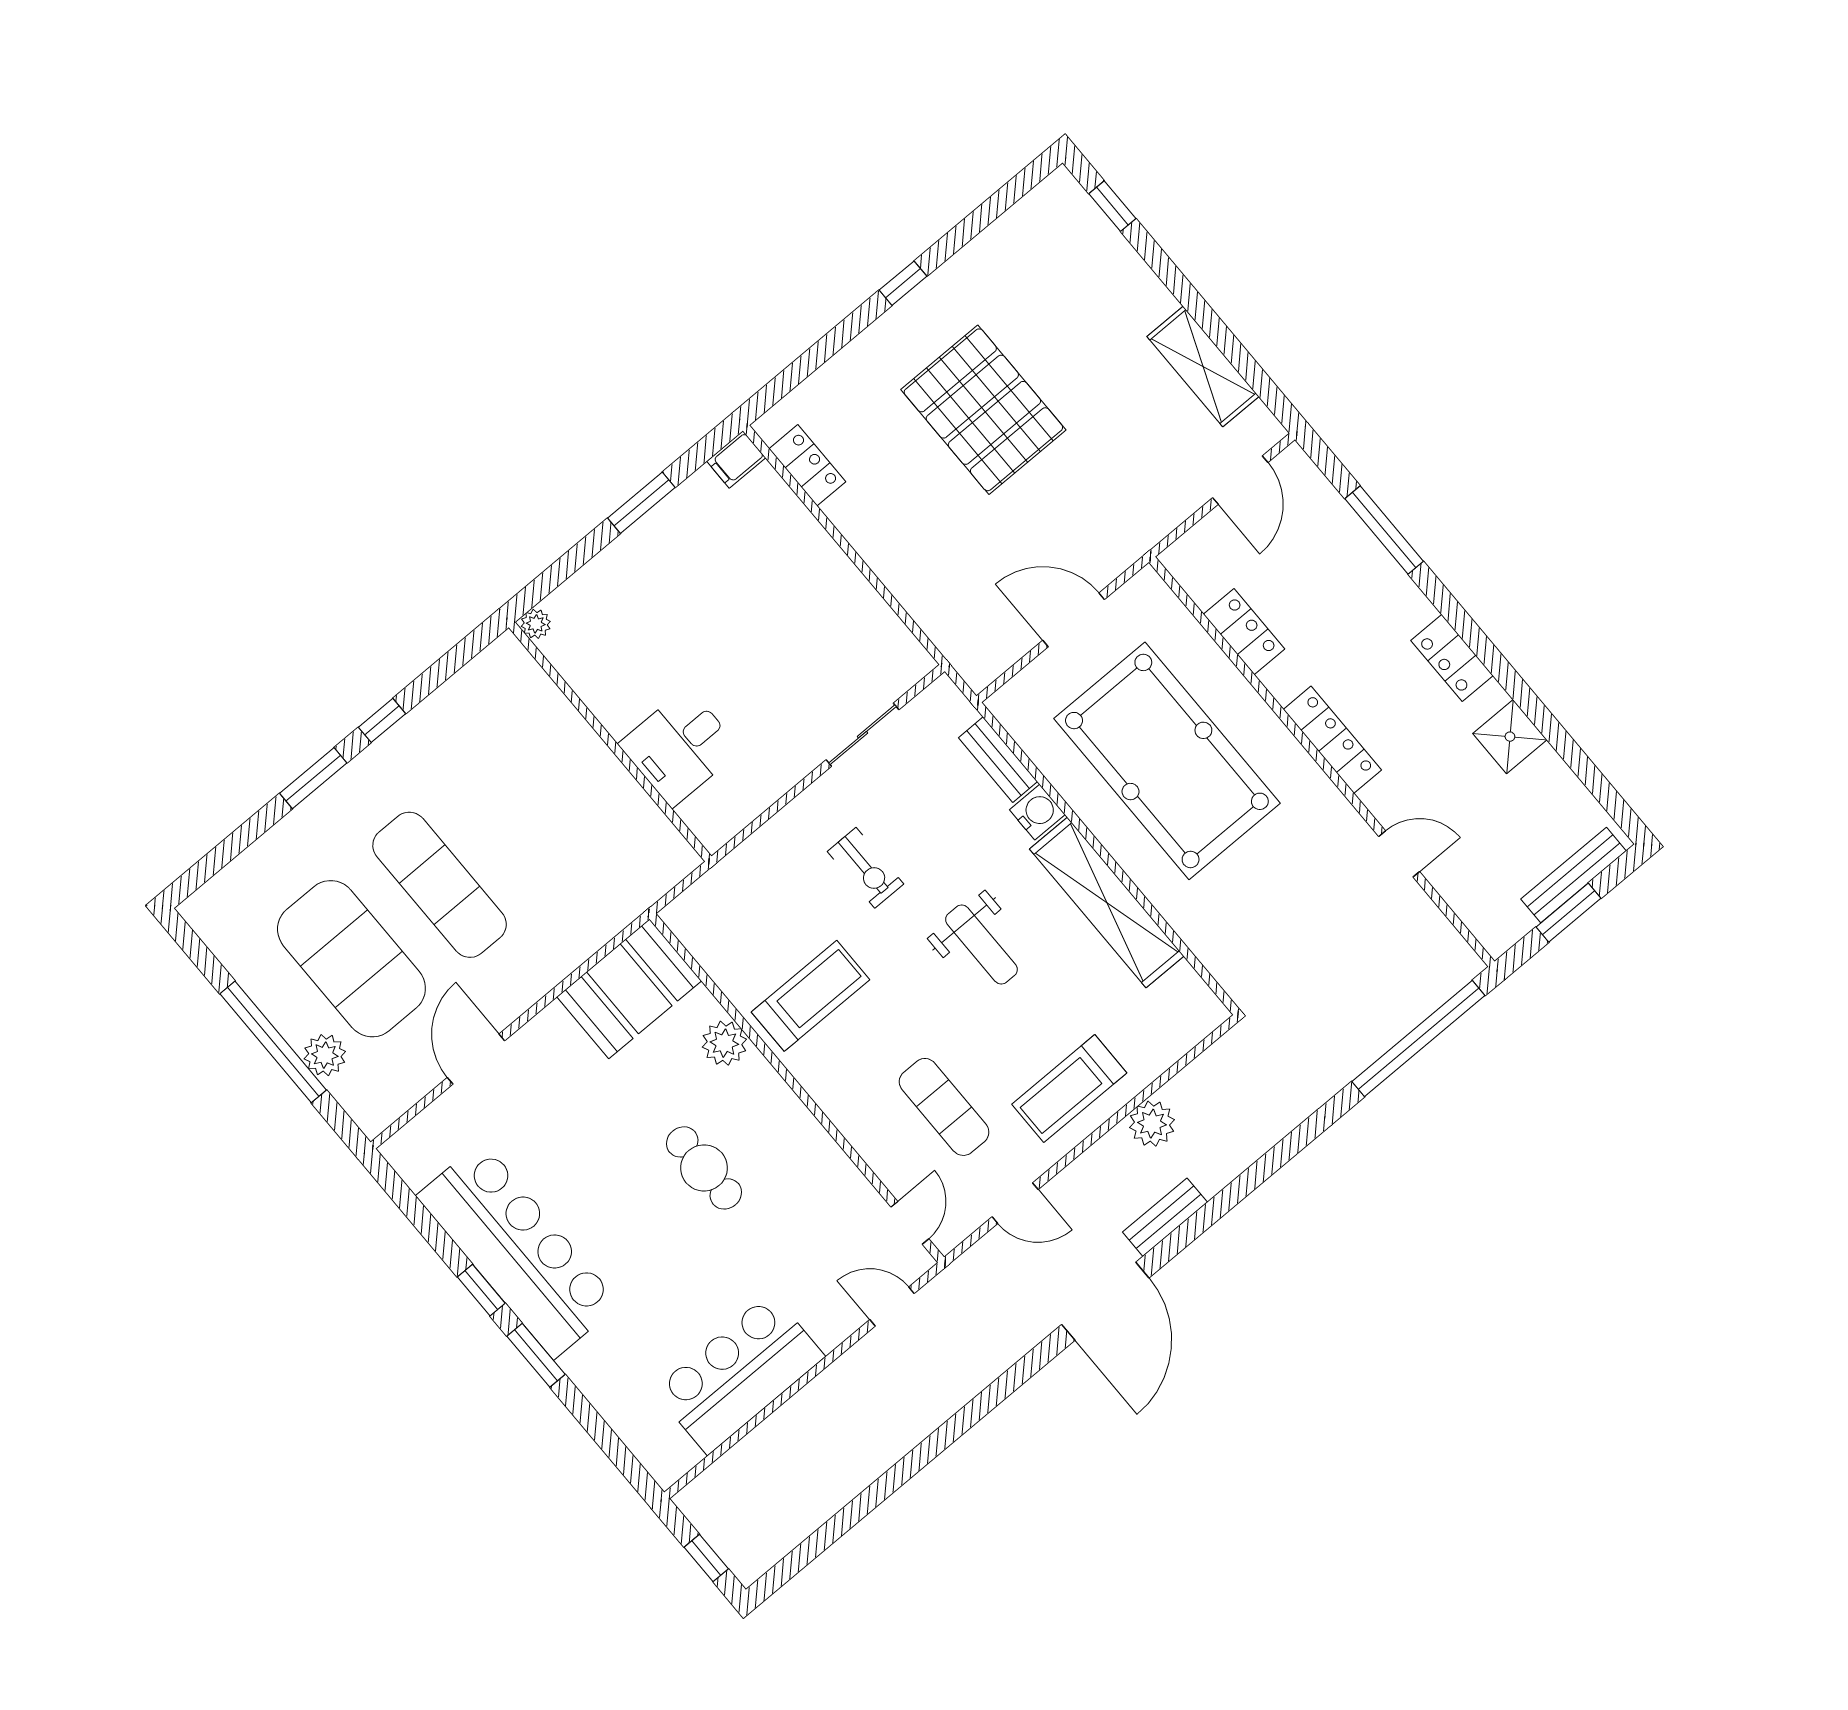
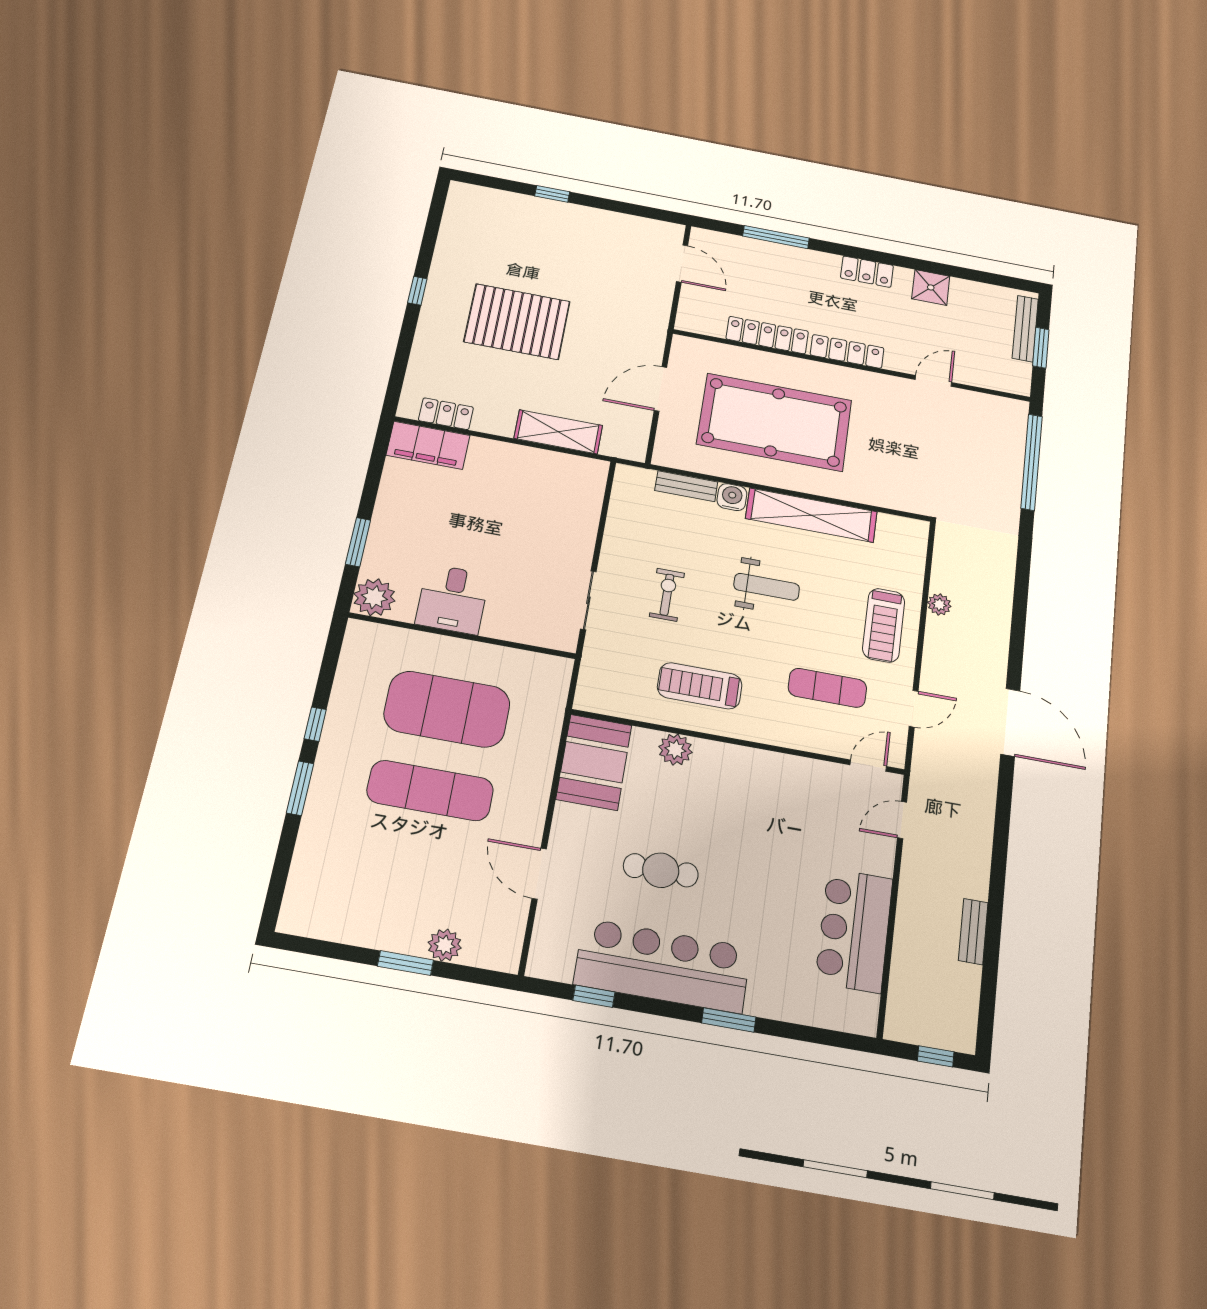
window: (1112, 206) -> (552, 194), moved
shelving: (1203, 366) -> (558, 432), moved
filing cabinet: (736, 459) -> (428, 445), width x3.00, depth x1.17
window: (641, 503) -> (358, 542), moved
plant: (536, 624) -> (374, 597), width x1.87, depth x1.87
locker: (1244, 632) -> (767, 335), width x1.53
sliding door: (862, 735) -> (588, 600), moved
desk: (680, 747) -> (452, 599), moved
exercise bike: (865, 868) -> (667, 595), turned -90
exercise mat: (351, 959) -> (447, 709), moved
treadmill: (811, 996) -> (700, 686), turned -90
window: (273, 1042) -> (405, 963), width x0.47
plant: (1152, 1124) -> (939, 604), width x0.73, depth x0.73
cafe table: (704, 1168) -> (661, 870), moved
bench: (1165, 1217) -> (973, 932), moved
door: (910, 1223) -> (868, 766), hinge flipped
window: (481, 1290) -> (594, 996), moved

